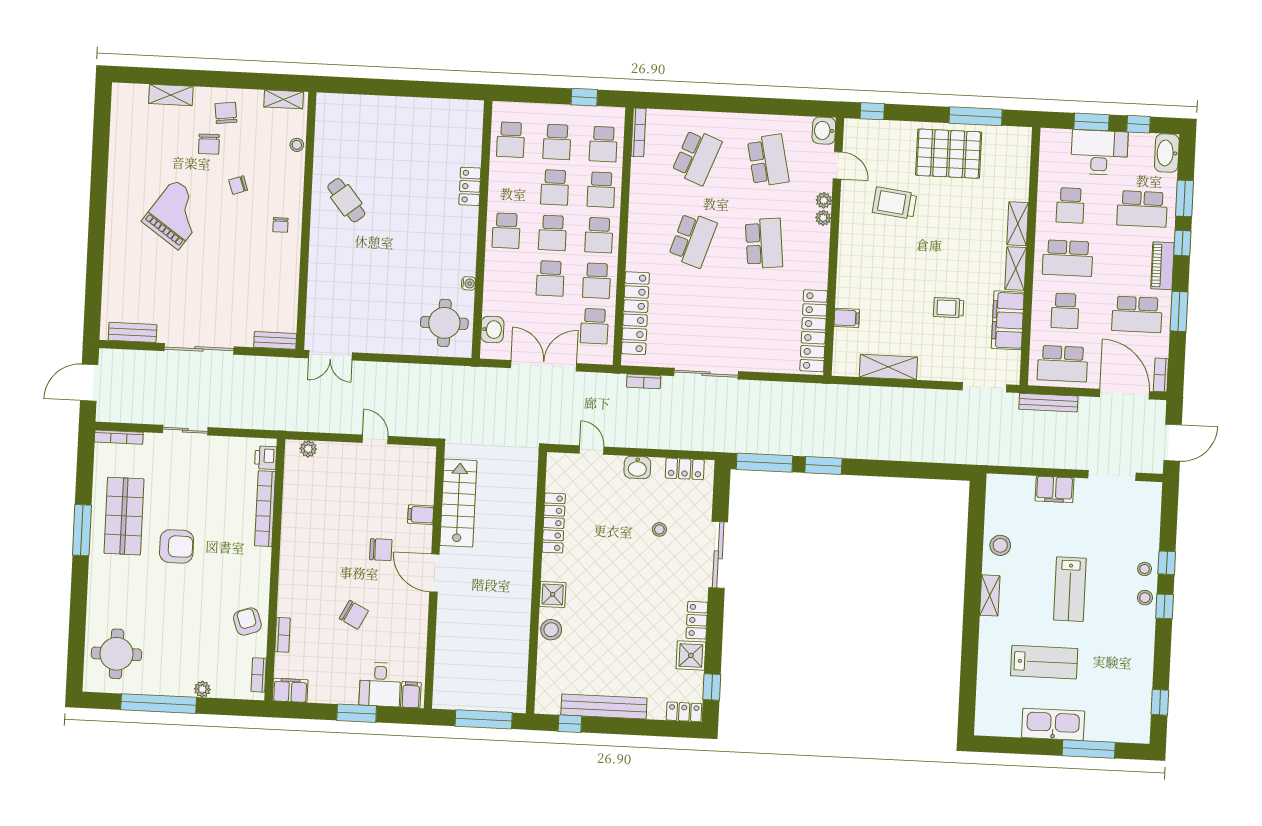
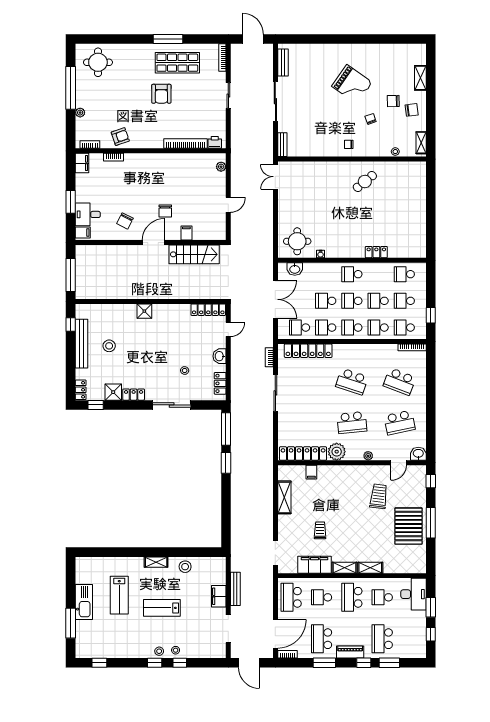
window: (976, 116) -> (431, 523), moved
desk: (1099, 152) -> (413, 594), moved
washbasin: (1167, 153) -> (415, 651), removed
plant: (824, 200) -> (337, 452), moved, width x1.87, depth x1.87
bench: (1048, 403) -> (235, 589), moved
locker: (554, 523) -> (208, 310), moved
chair: (354, 615) -> (125, 221), moved
stool: (551, 630) -> (109, 346), moved

